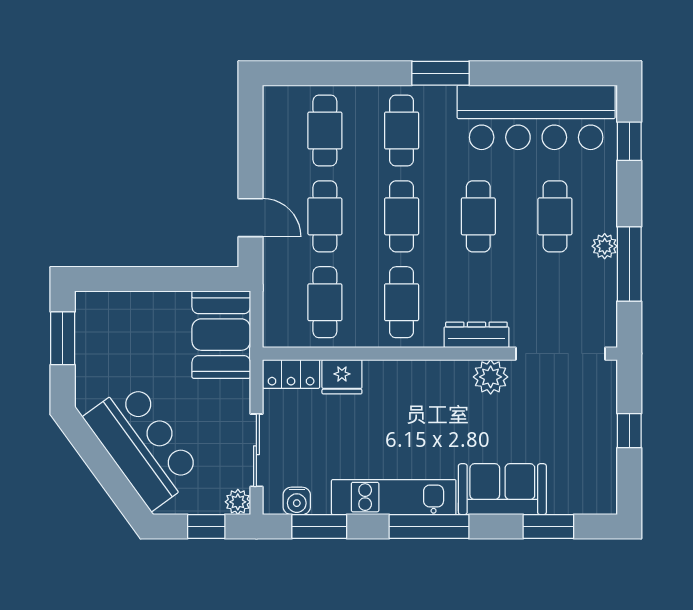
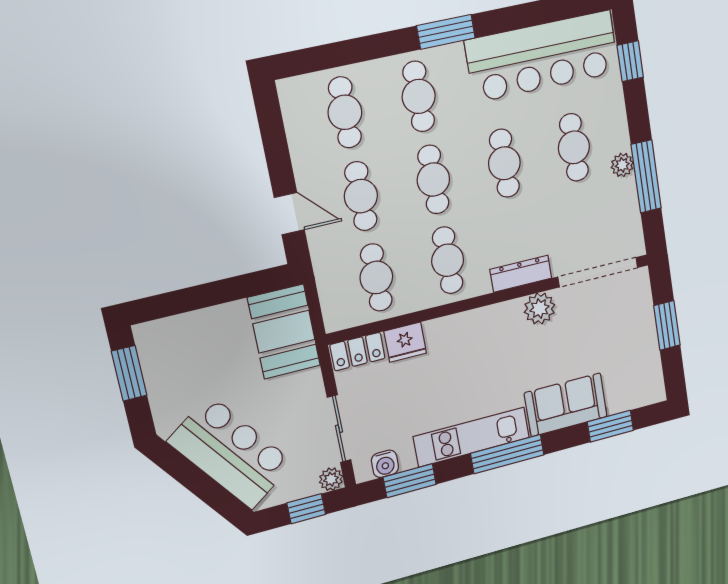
window: (629, 431) -> (667, 325), width x1.50

